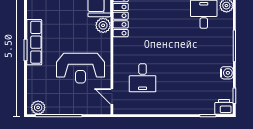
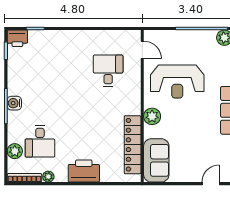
plant: (103, 25) -> (152, 116), moved
reception desk: (80, 68) -> (177, 82), turned 180
water cooler: (227, 73) -> (14, 103), moved

